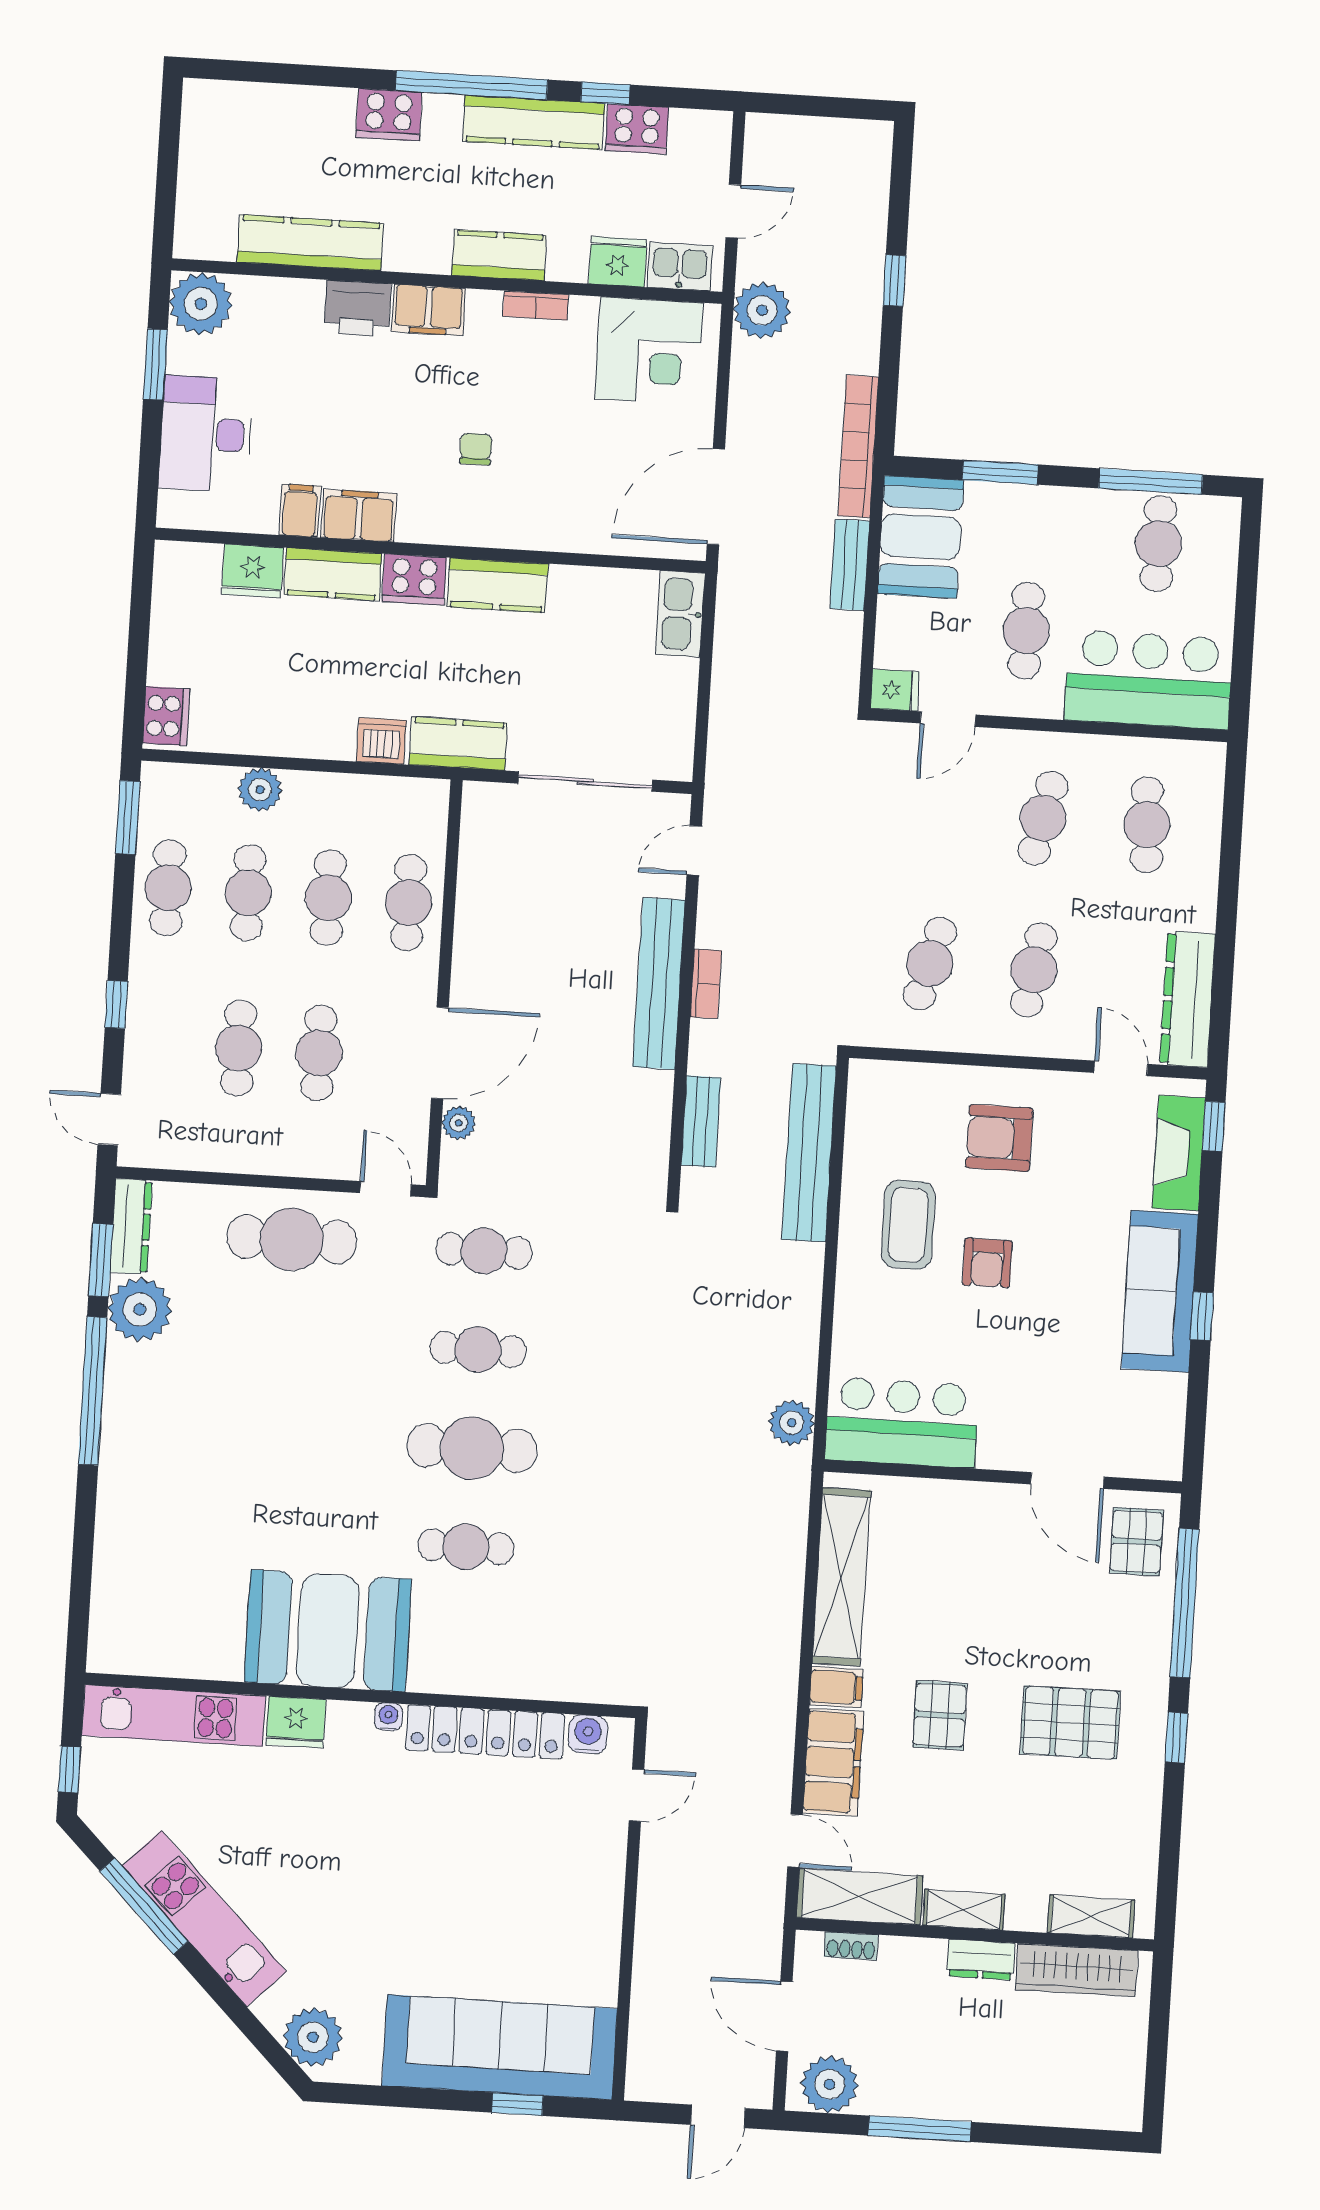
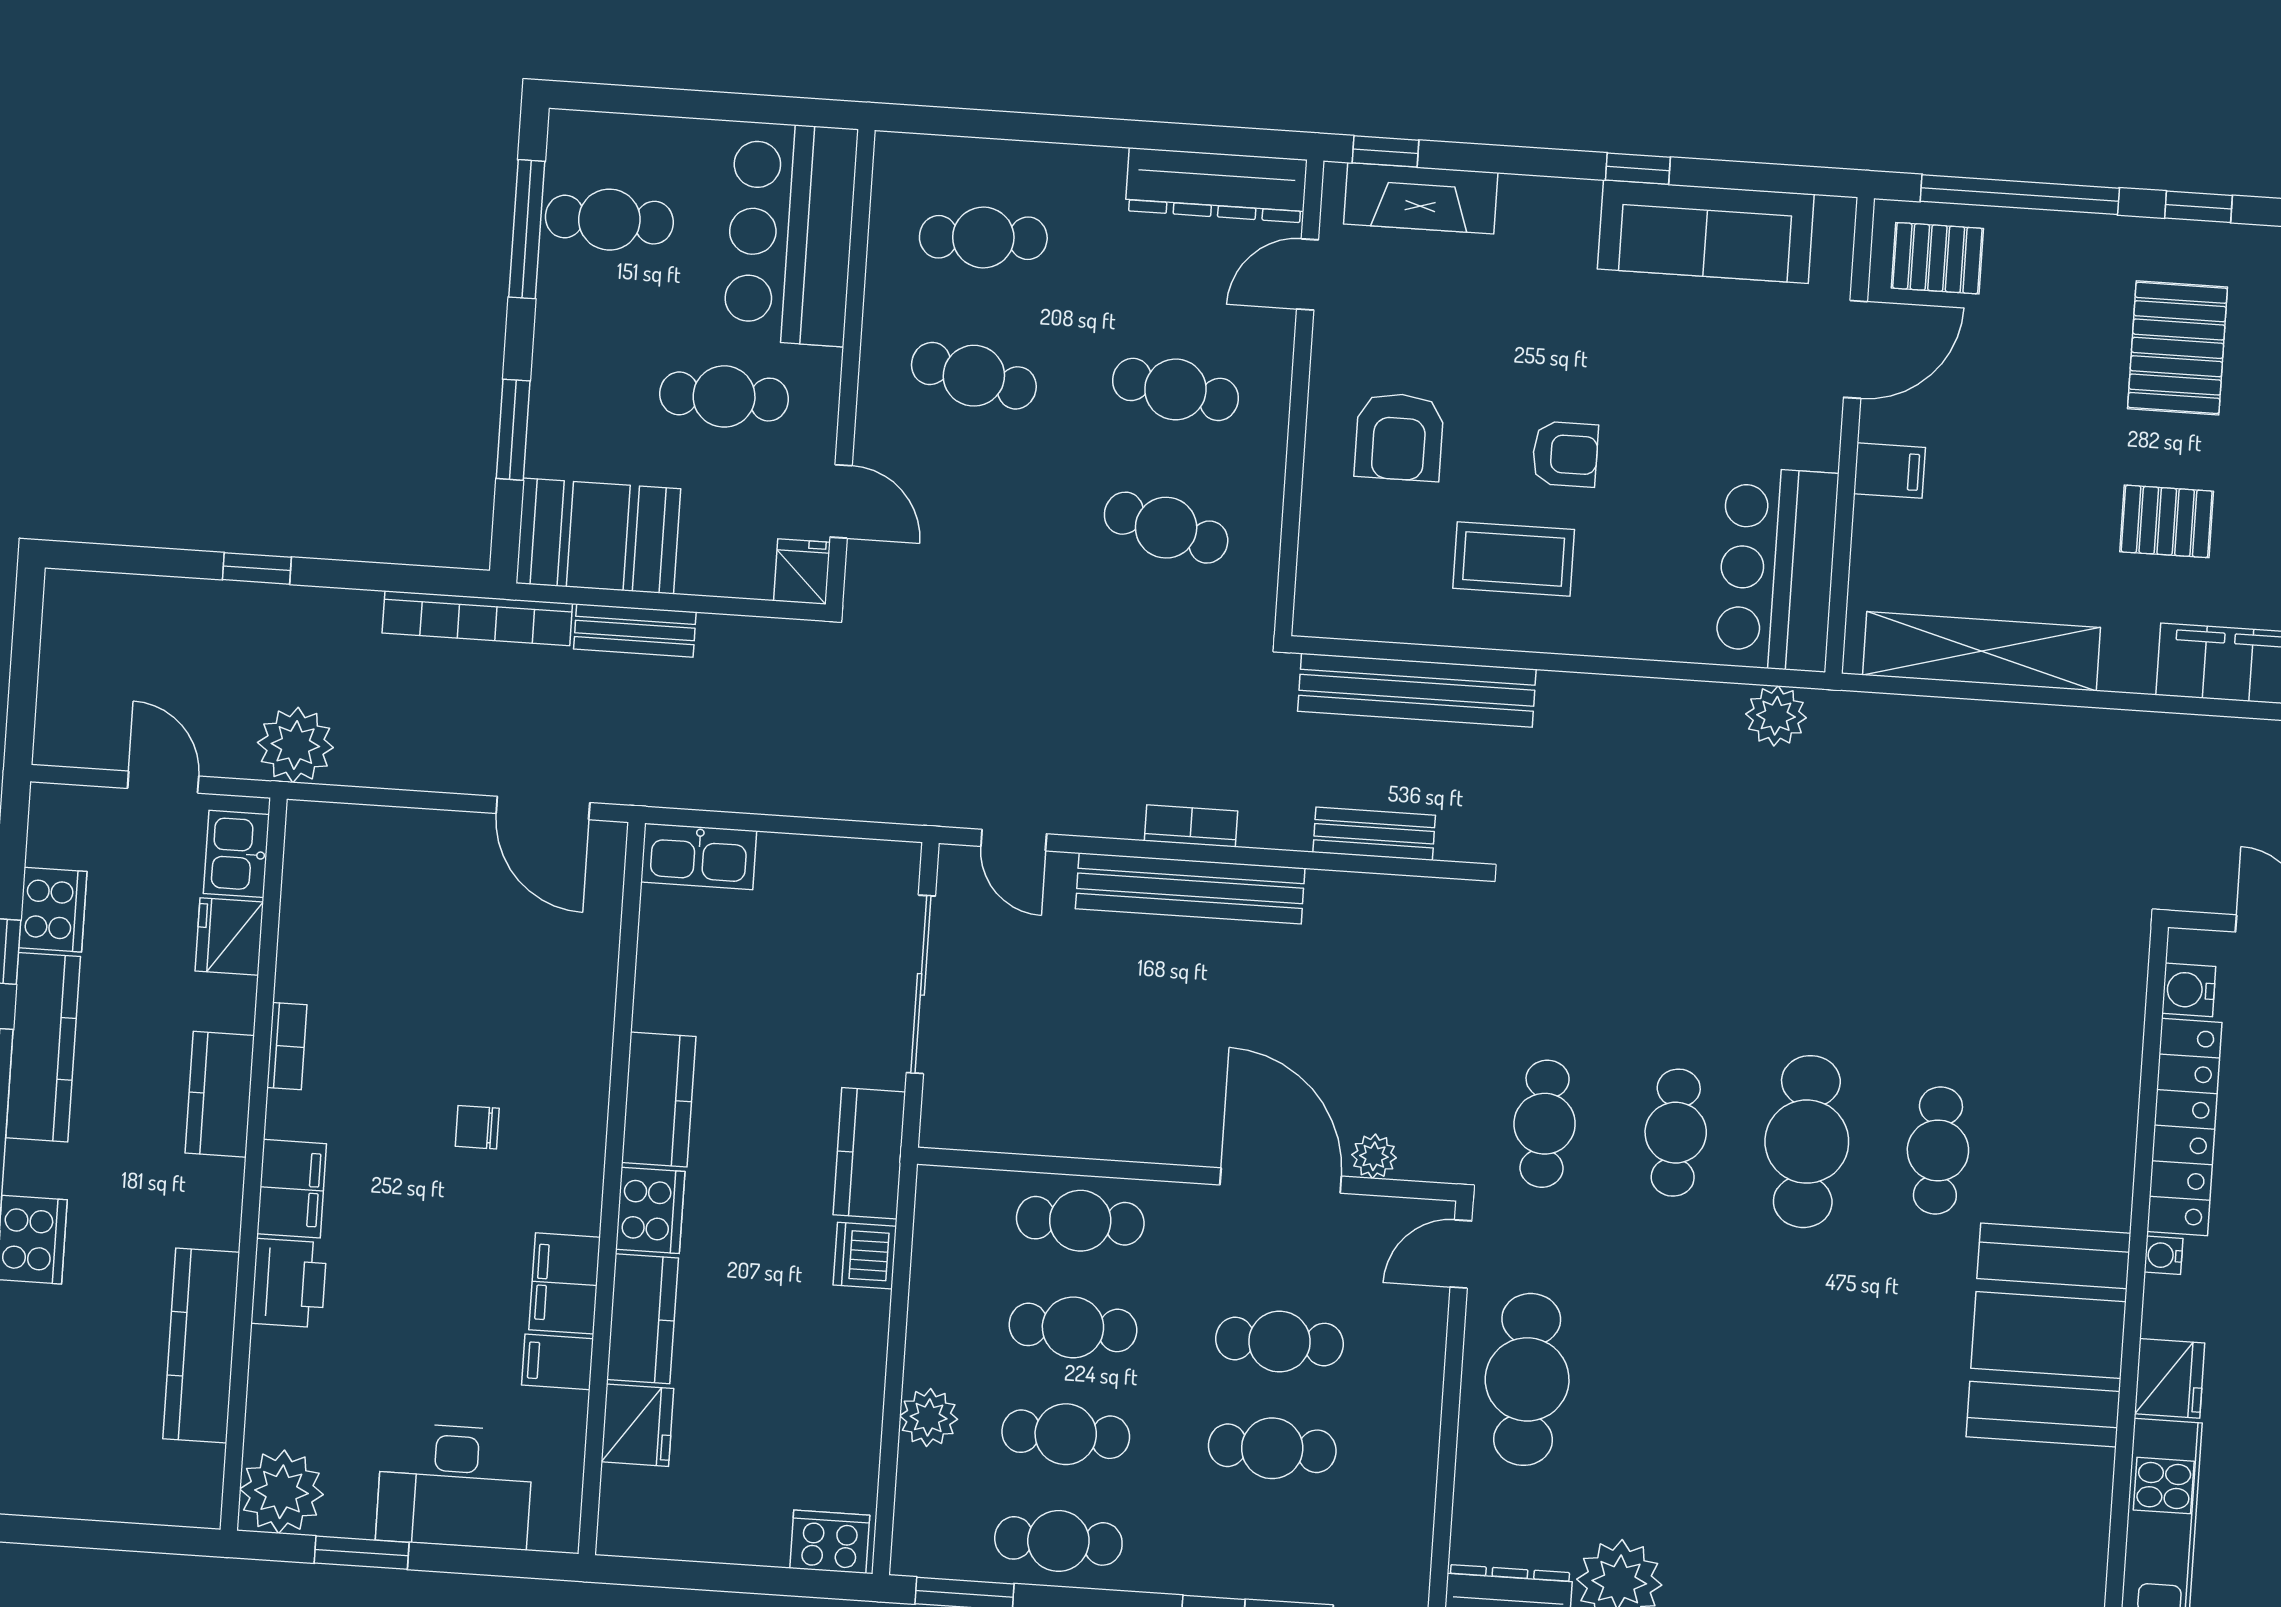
corner desk: (649, 351) -> (348, 896), removed
door: (716, 497) -> (543, 808), width x0.73
sofa: (1160, 1291) -> (1706, 232), moved
filing cabinet: (836, 1687) -> (1890, 471), moved, turned 90

